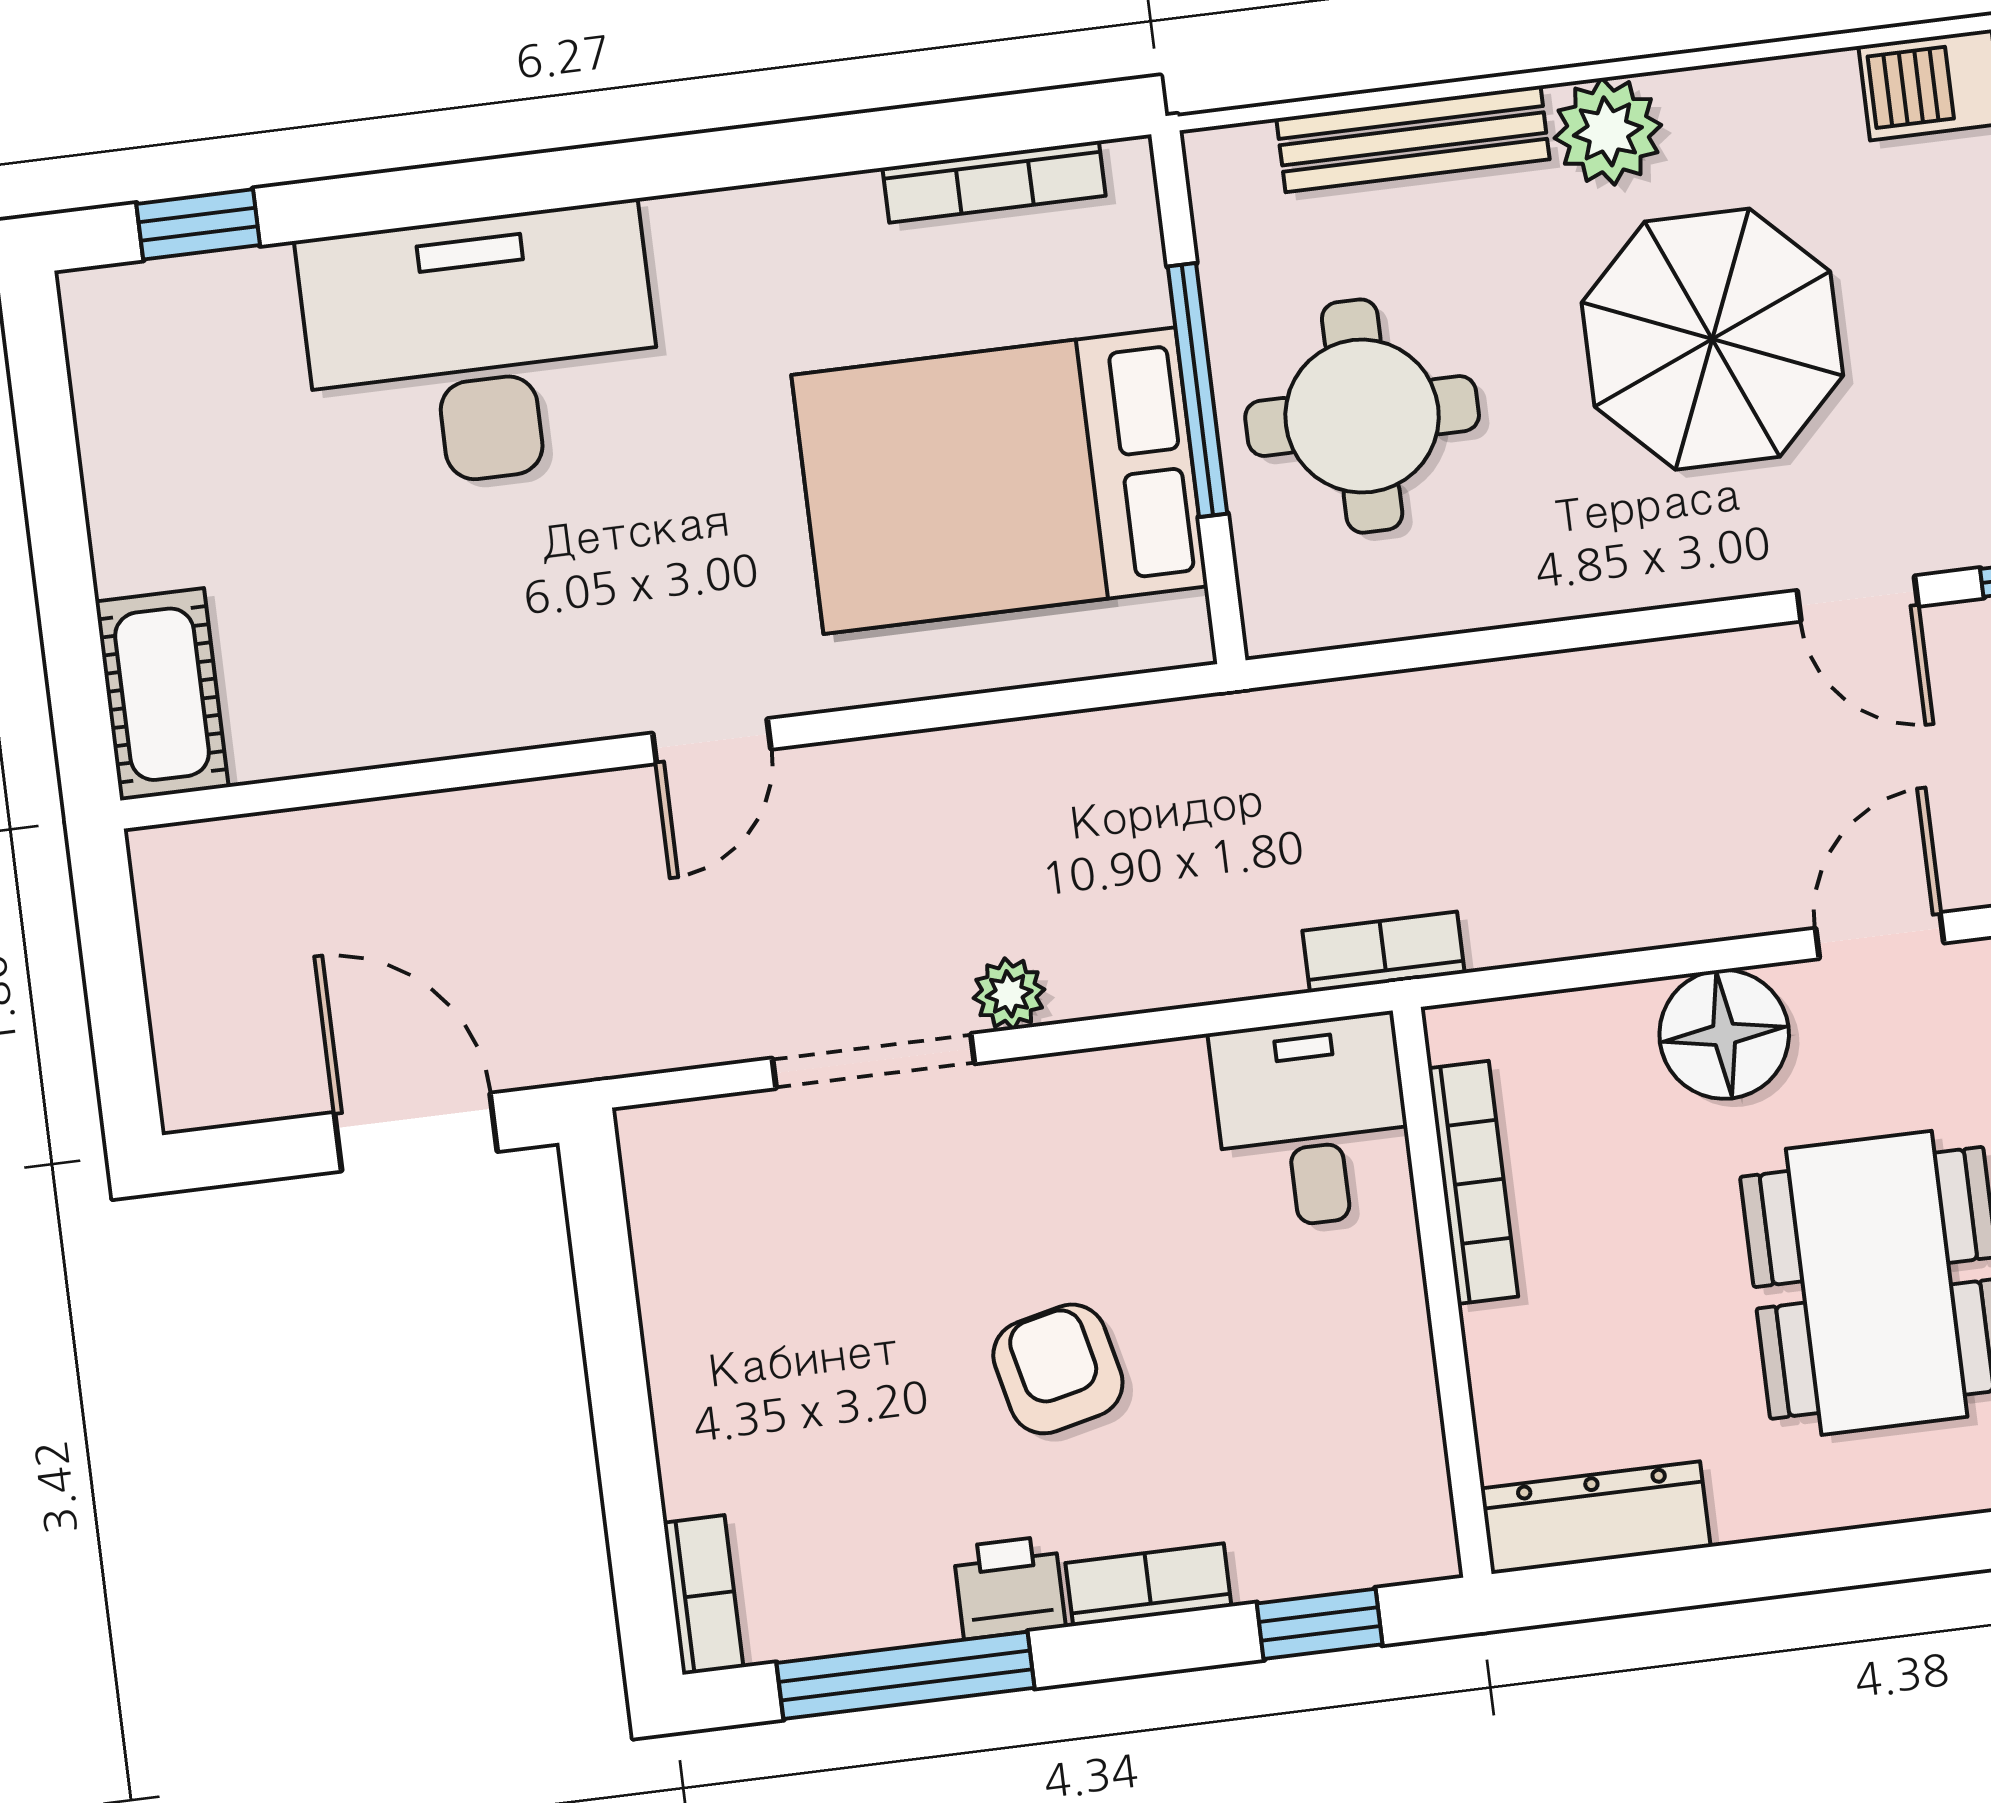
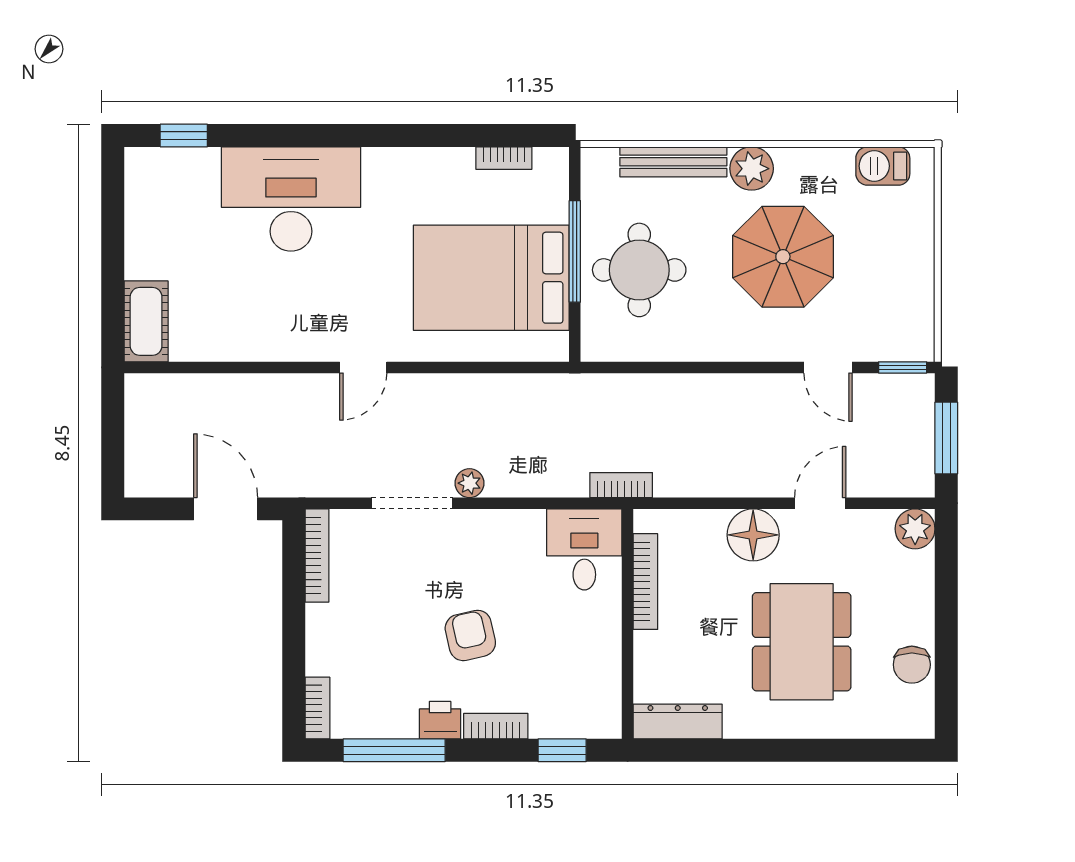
bookcase: (994, 182) -> (504, 158), width x0.64
bookcase: (655, 1219) -> (317, 555), added

